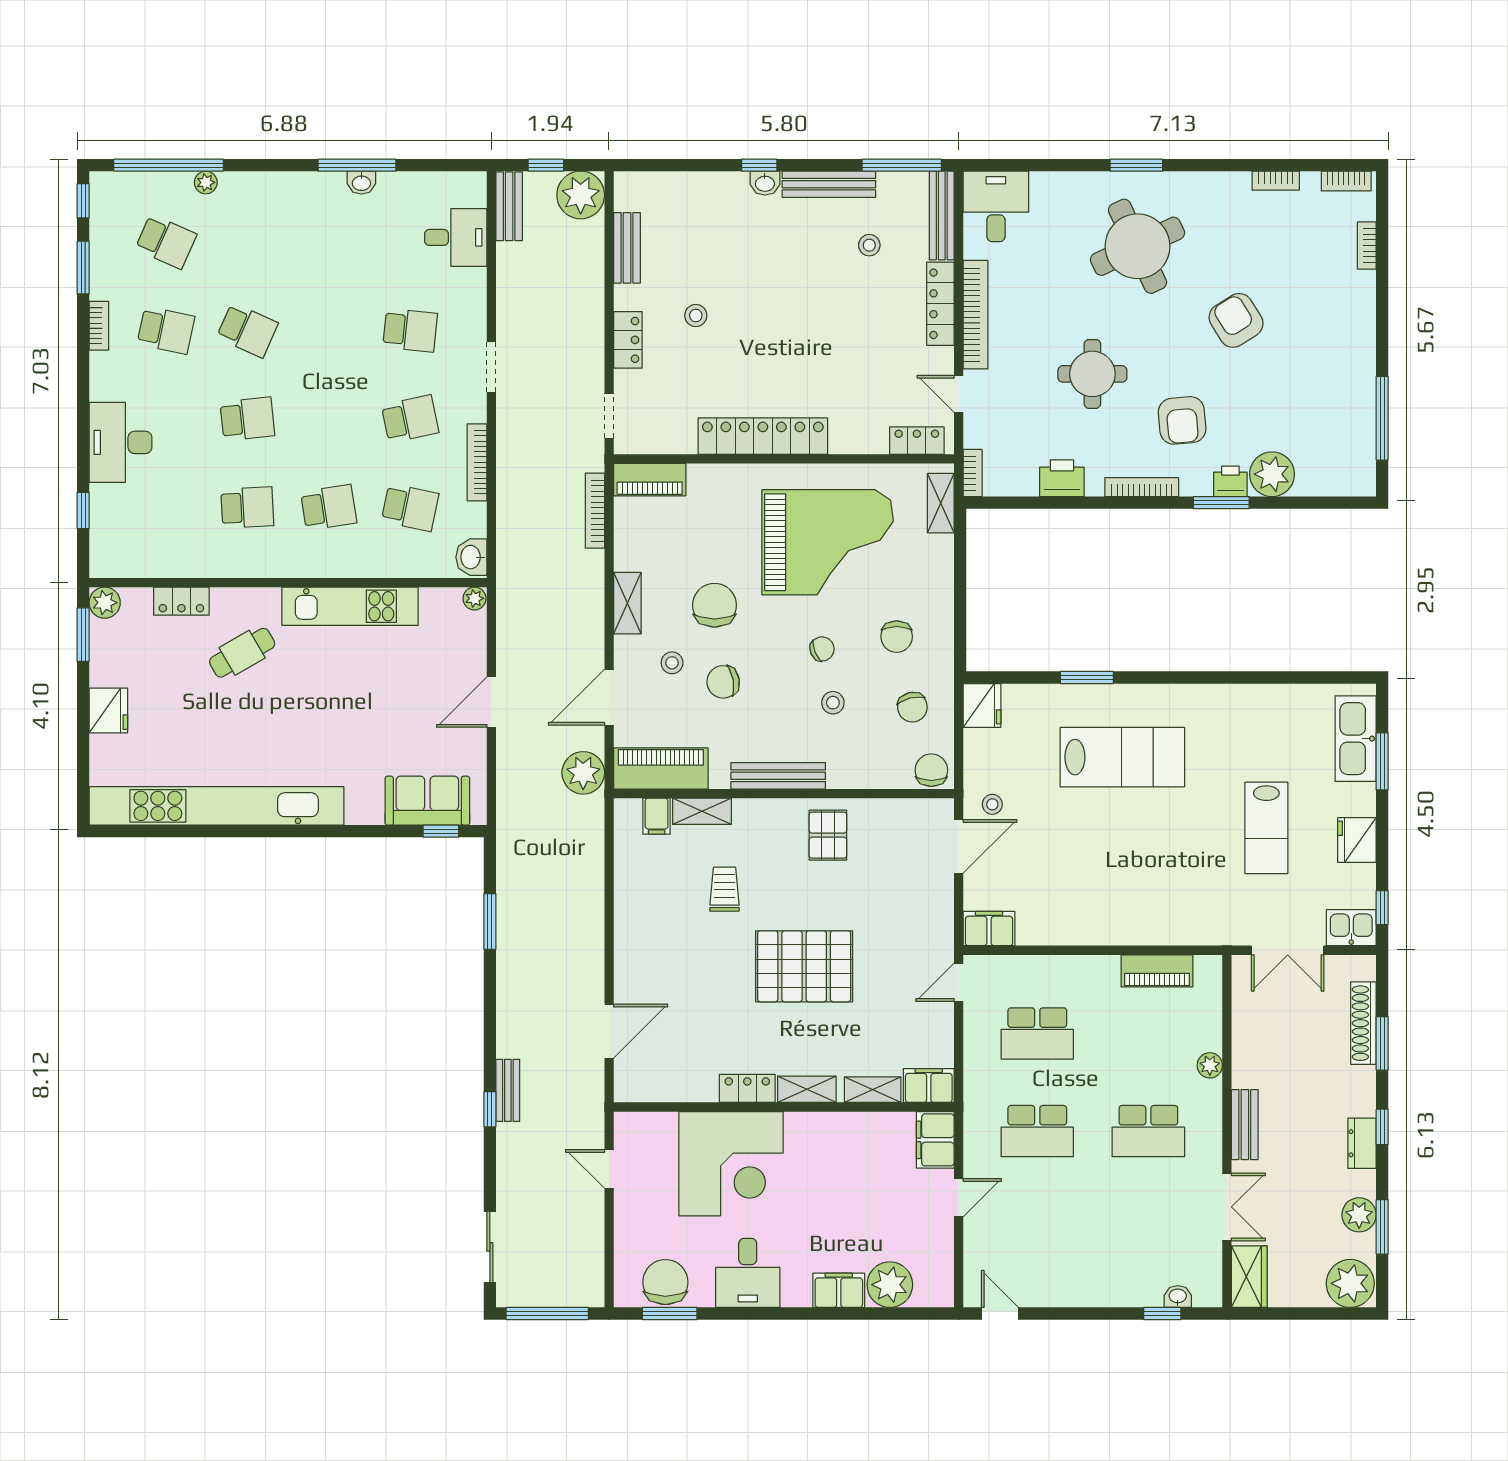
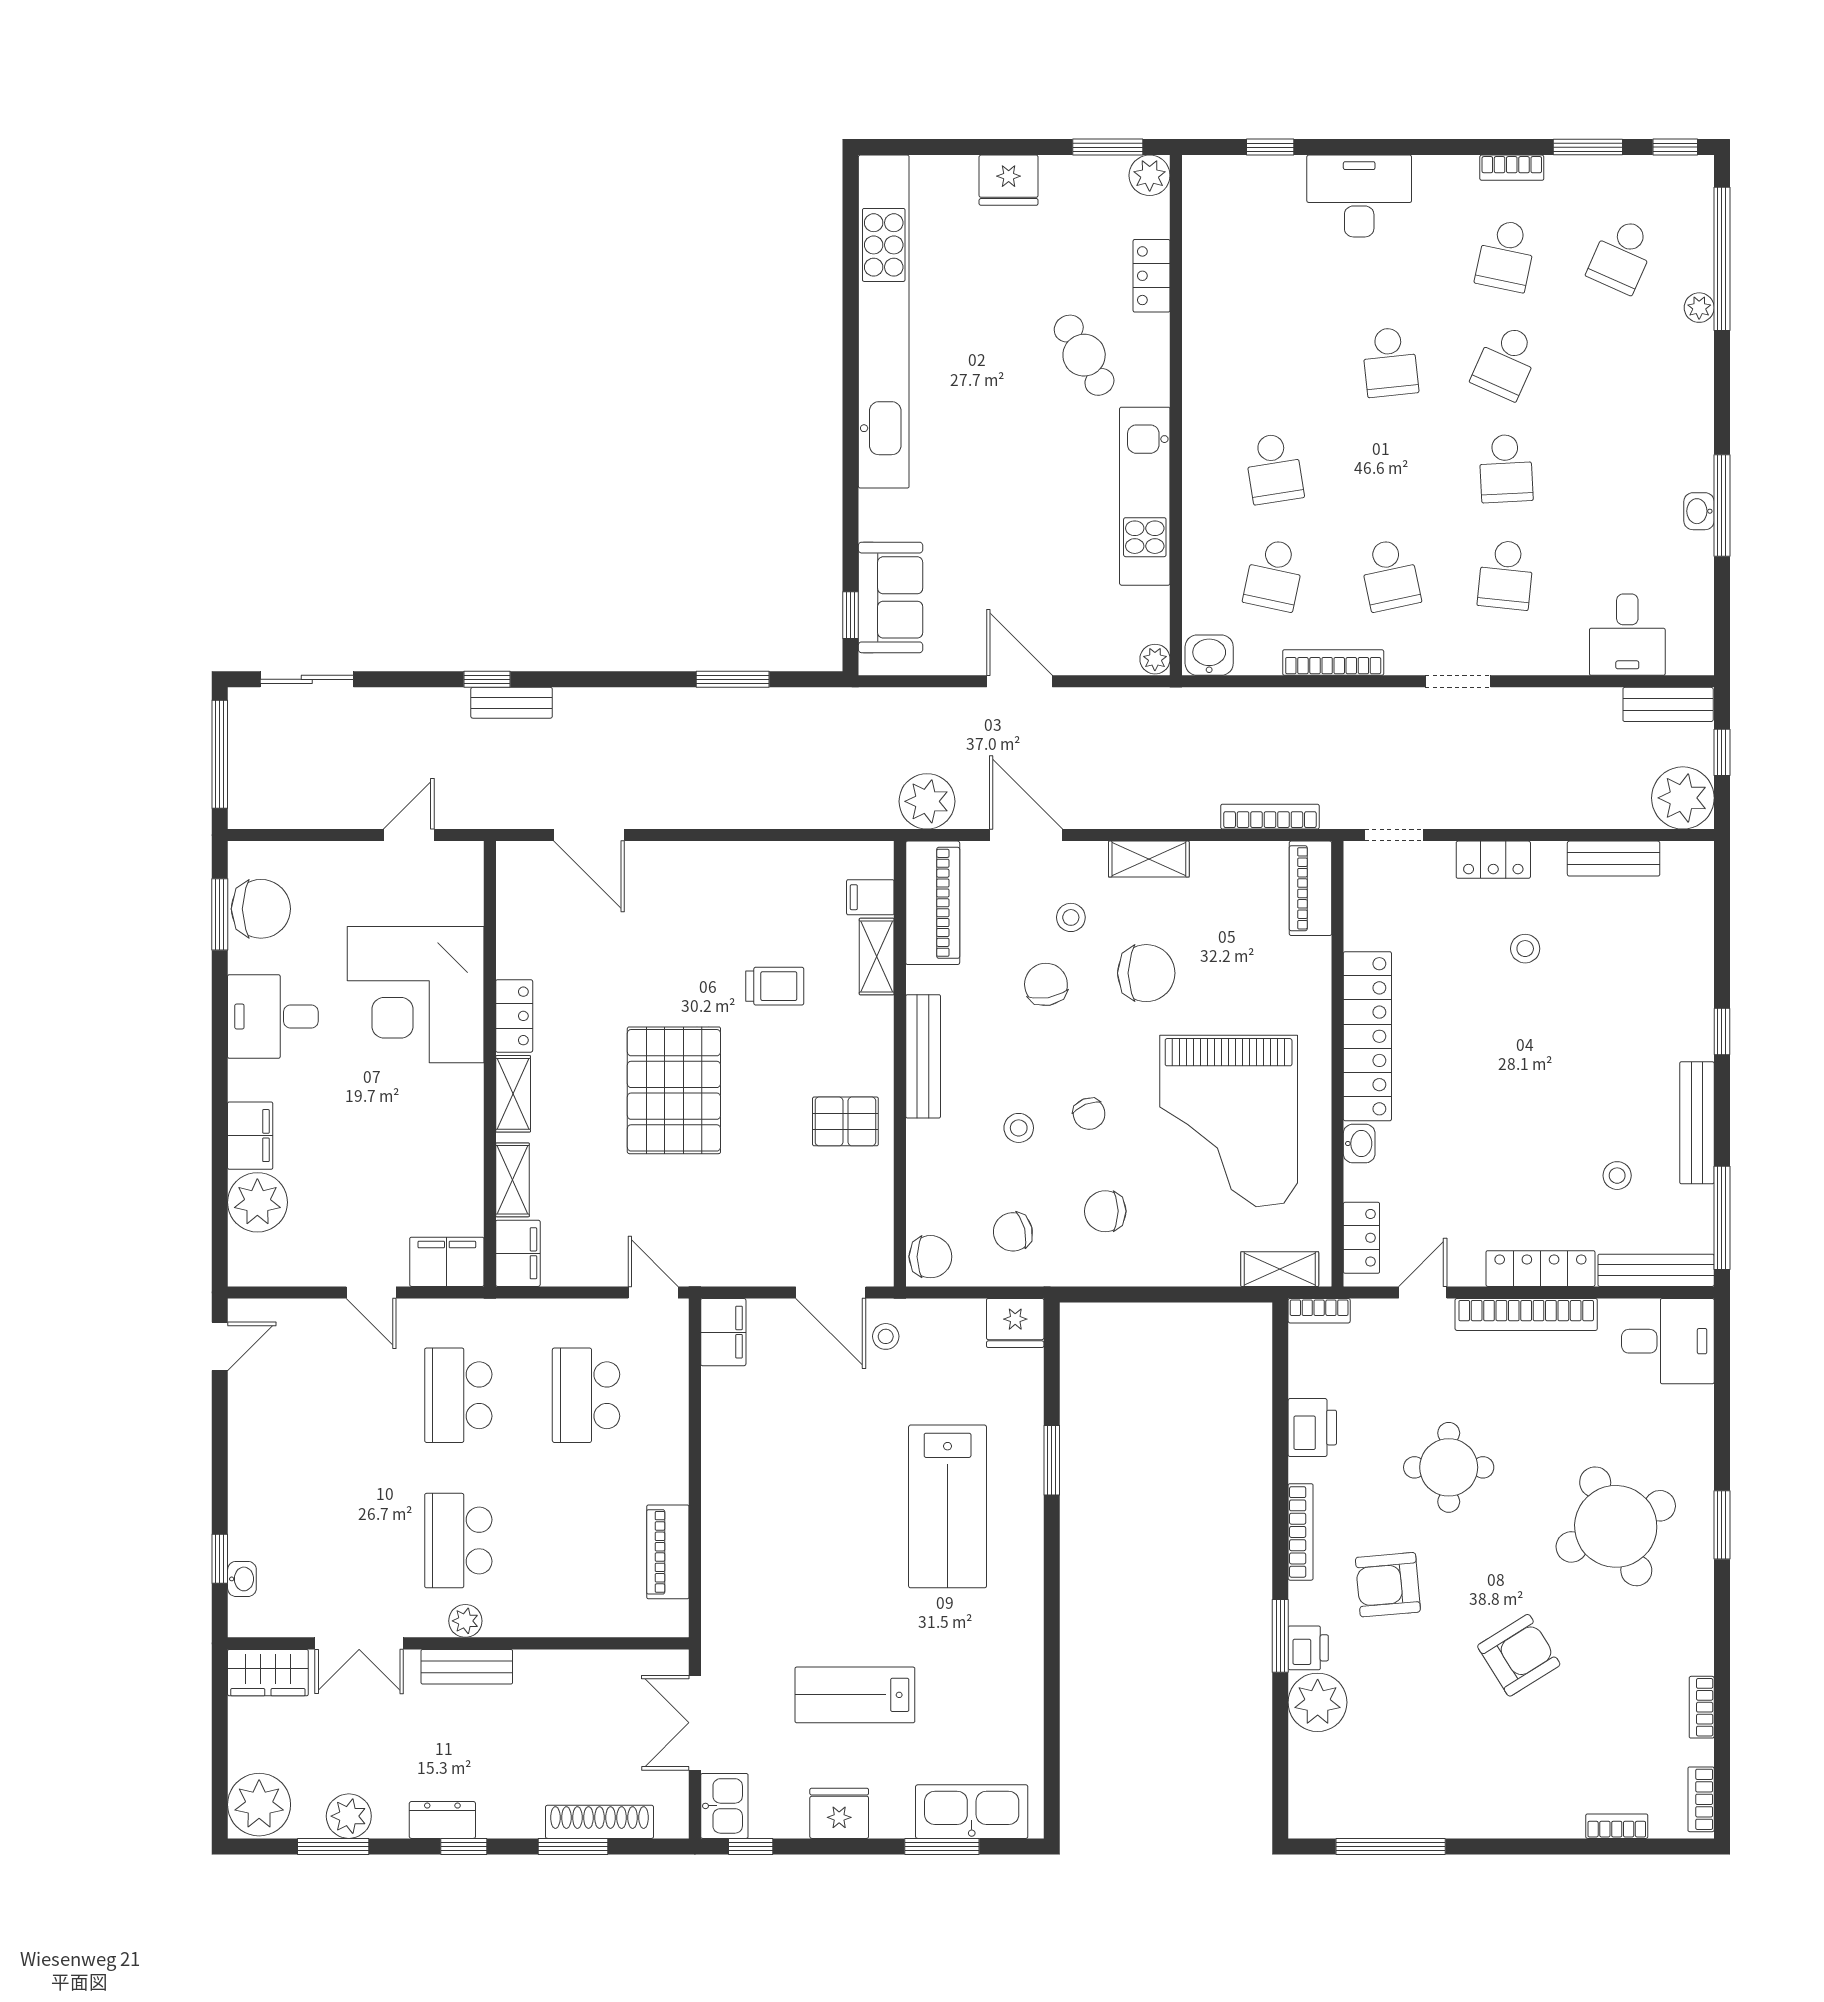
washbasin: (765, 183) -> (1359, 1144), moved, turned 180
school desk: (247, 507) -> (1506, 468), moved
plant: (1210, 1065) -> (465, 1621), moved

